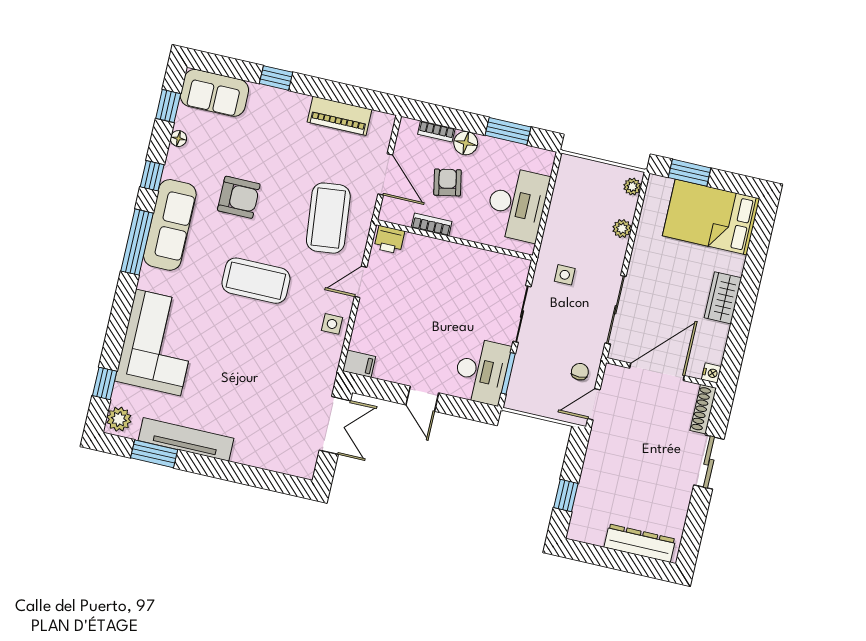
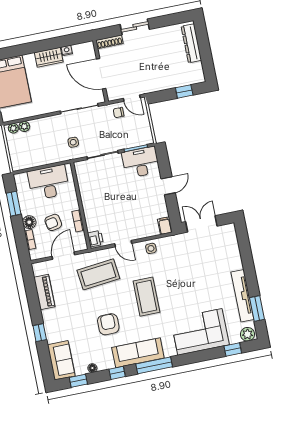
plant: (622, 229) -> (24, 126), moved
nightstand: (711, 373) -> (67, 50), moved

